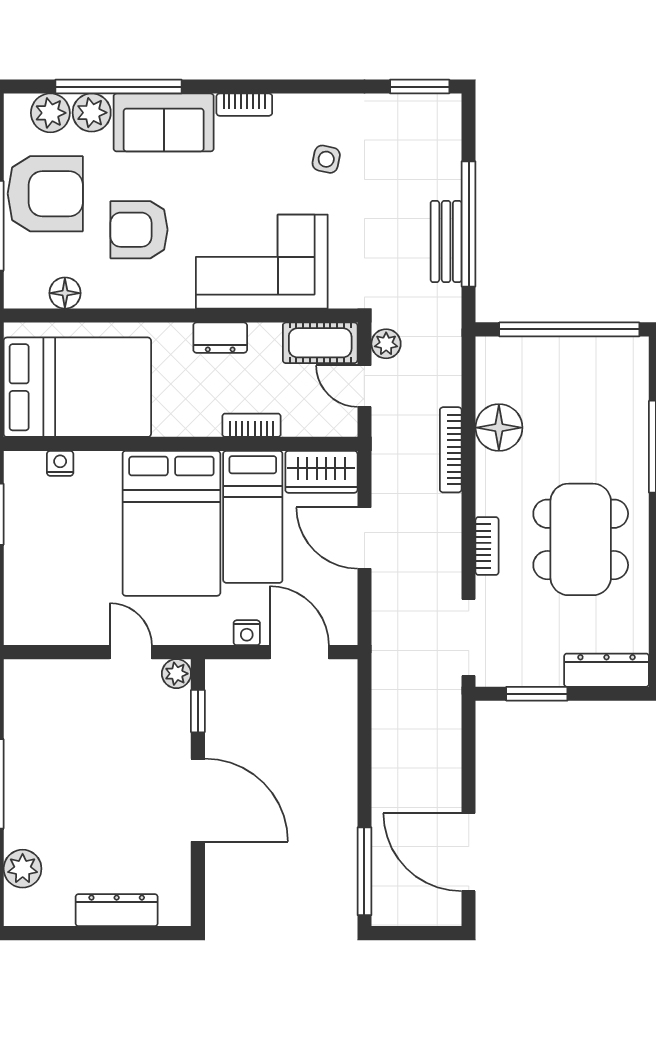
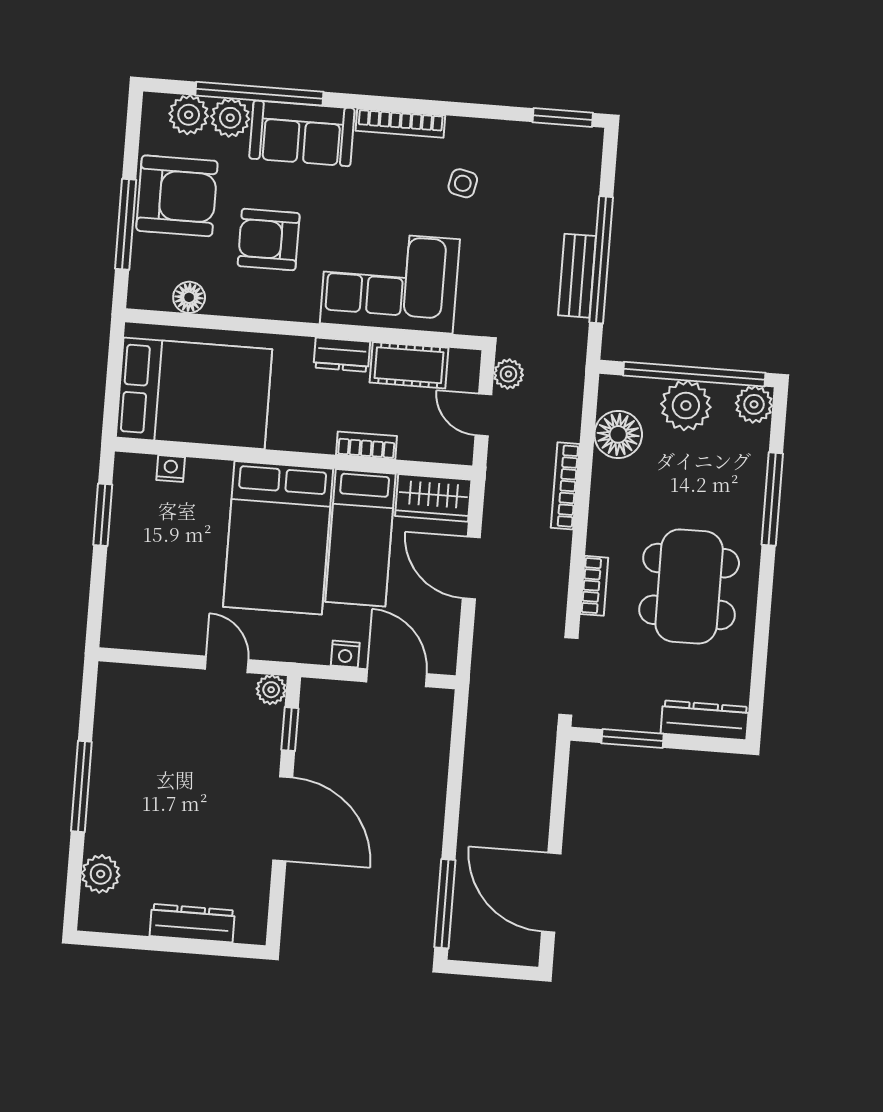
bookcase: (244, 105) -> (400, 123), width x1.56
cot: (320, 343) -> (409, 365), moved
plant: (631, 355) -> (754, 404), added
plant: (564, 361) -> (686, 406), added
floor lamp: (499, 428) -> (618, 434), moved

